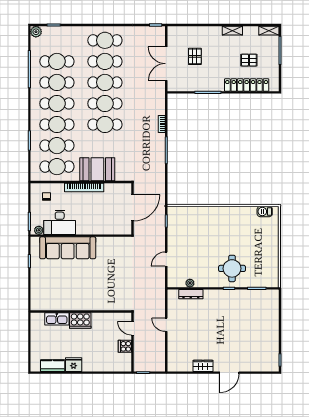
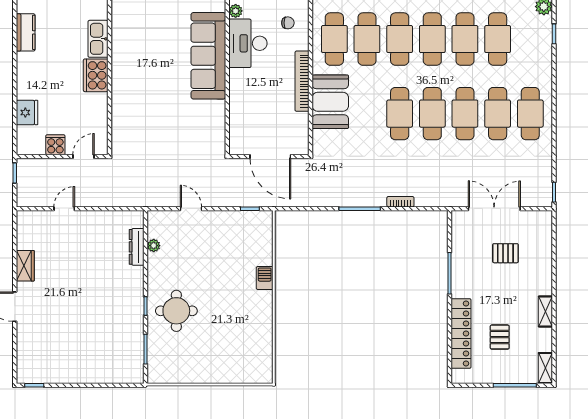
barbecue: (265, 212) -> (265, 278), moved
door: (166, 325) -> (64, 209), moved
fridge: (74, 365) -> (27, 113), moved

